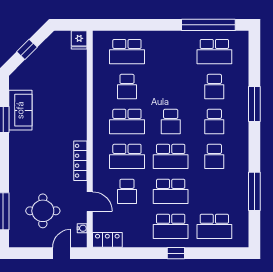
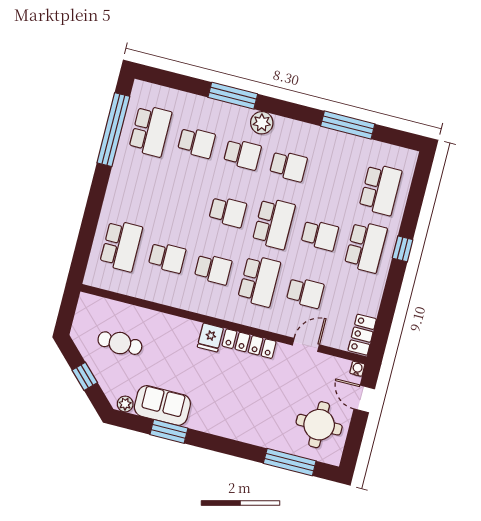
fridge: (79, 40) -> (210, 337), moved, turned 90
cafe table: (57, 68) -> (120, 343), added
plant: (15, 83) -> (125, 404), added
school desk: (127, 121) -> (213, 269), width x0.54
plant: (240, 130) -> (262, 123), added
school desk: (171, 191) -> (320, 235), width x0.54
round table: (43, 211) -> (319, 425), moved
water cooler: (82, 228) -> (357, 369), moved

